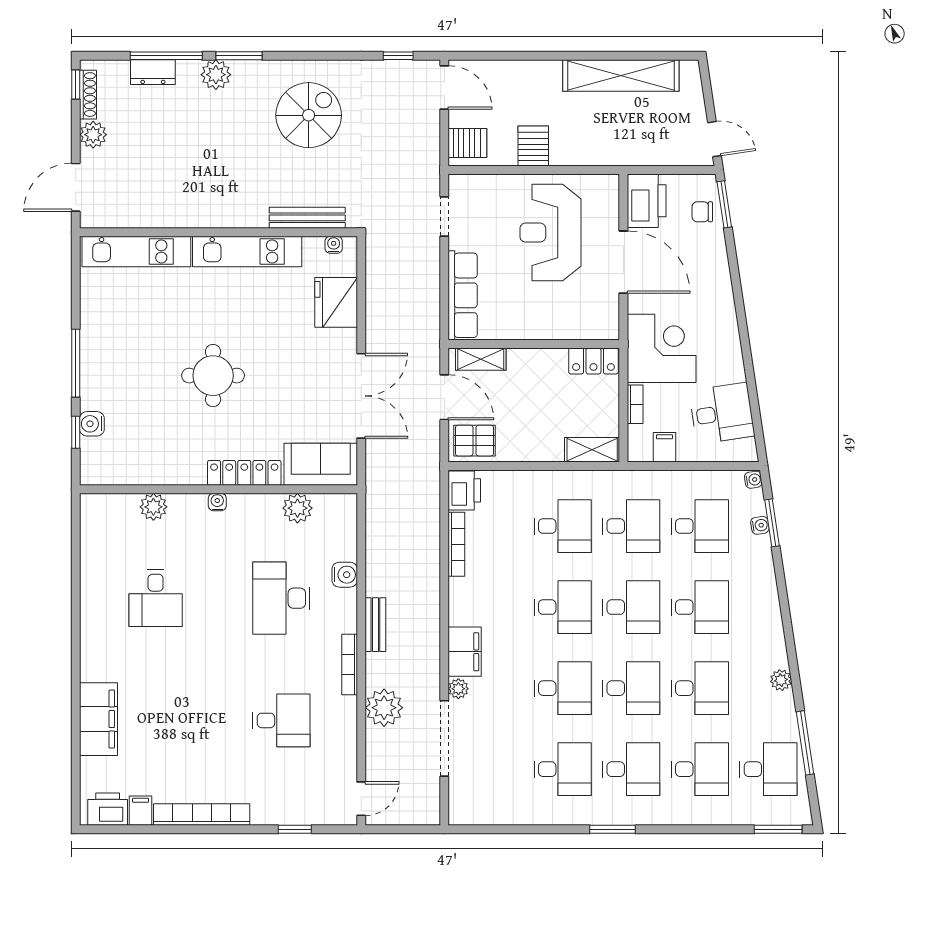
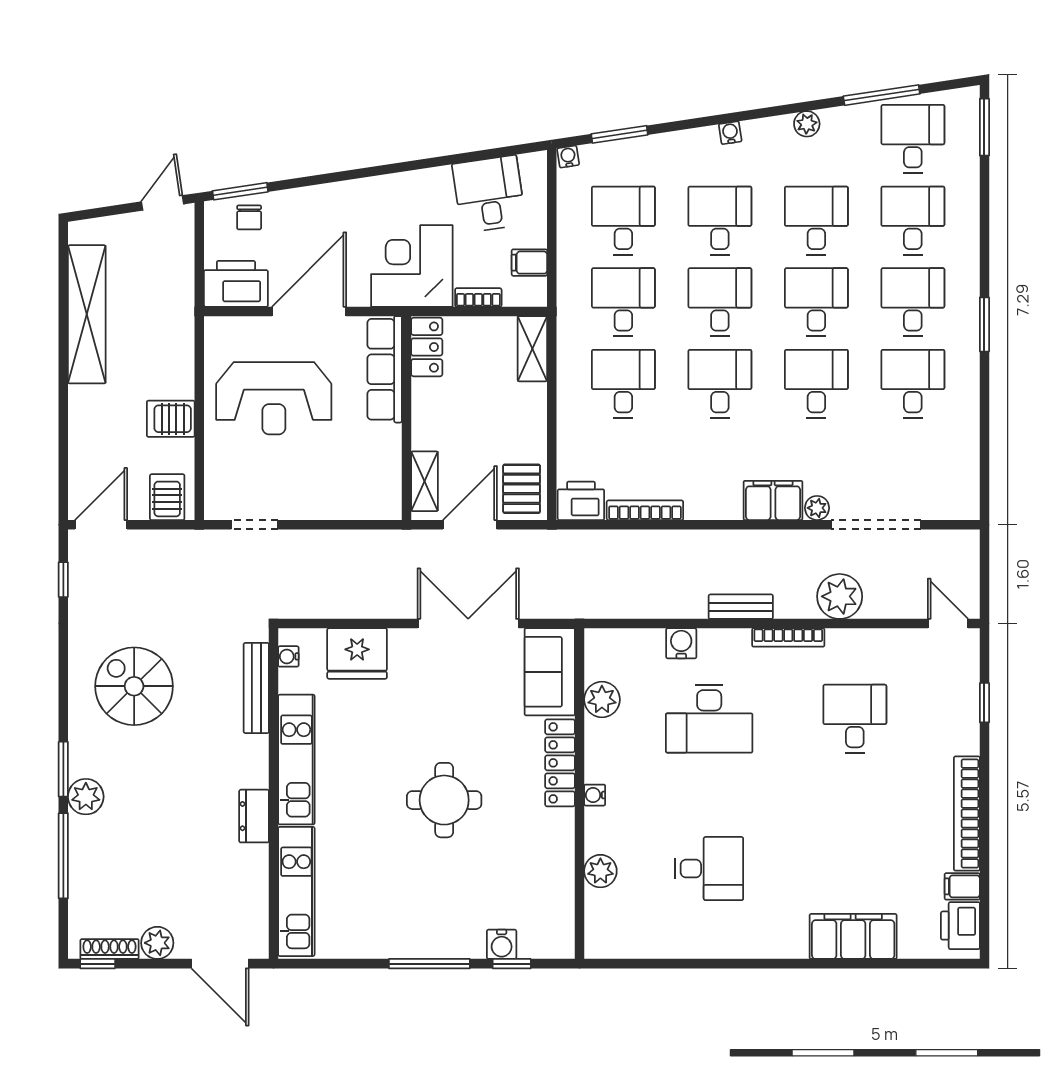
dresser: (153, 72) -> (254, 816), moved, turned 180
row of seats: (463, 295) -> (385, 369), moved, turned -90
water cooler: (760, 525) -> (730, 133), moved

